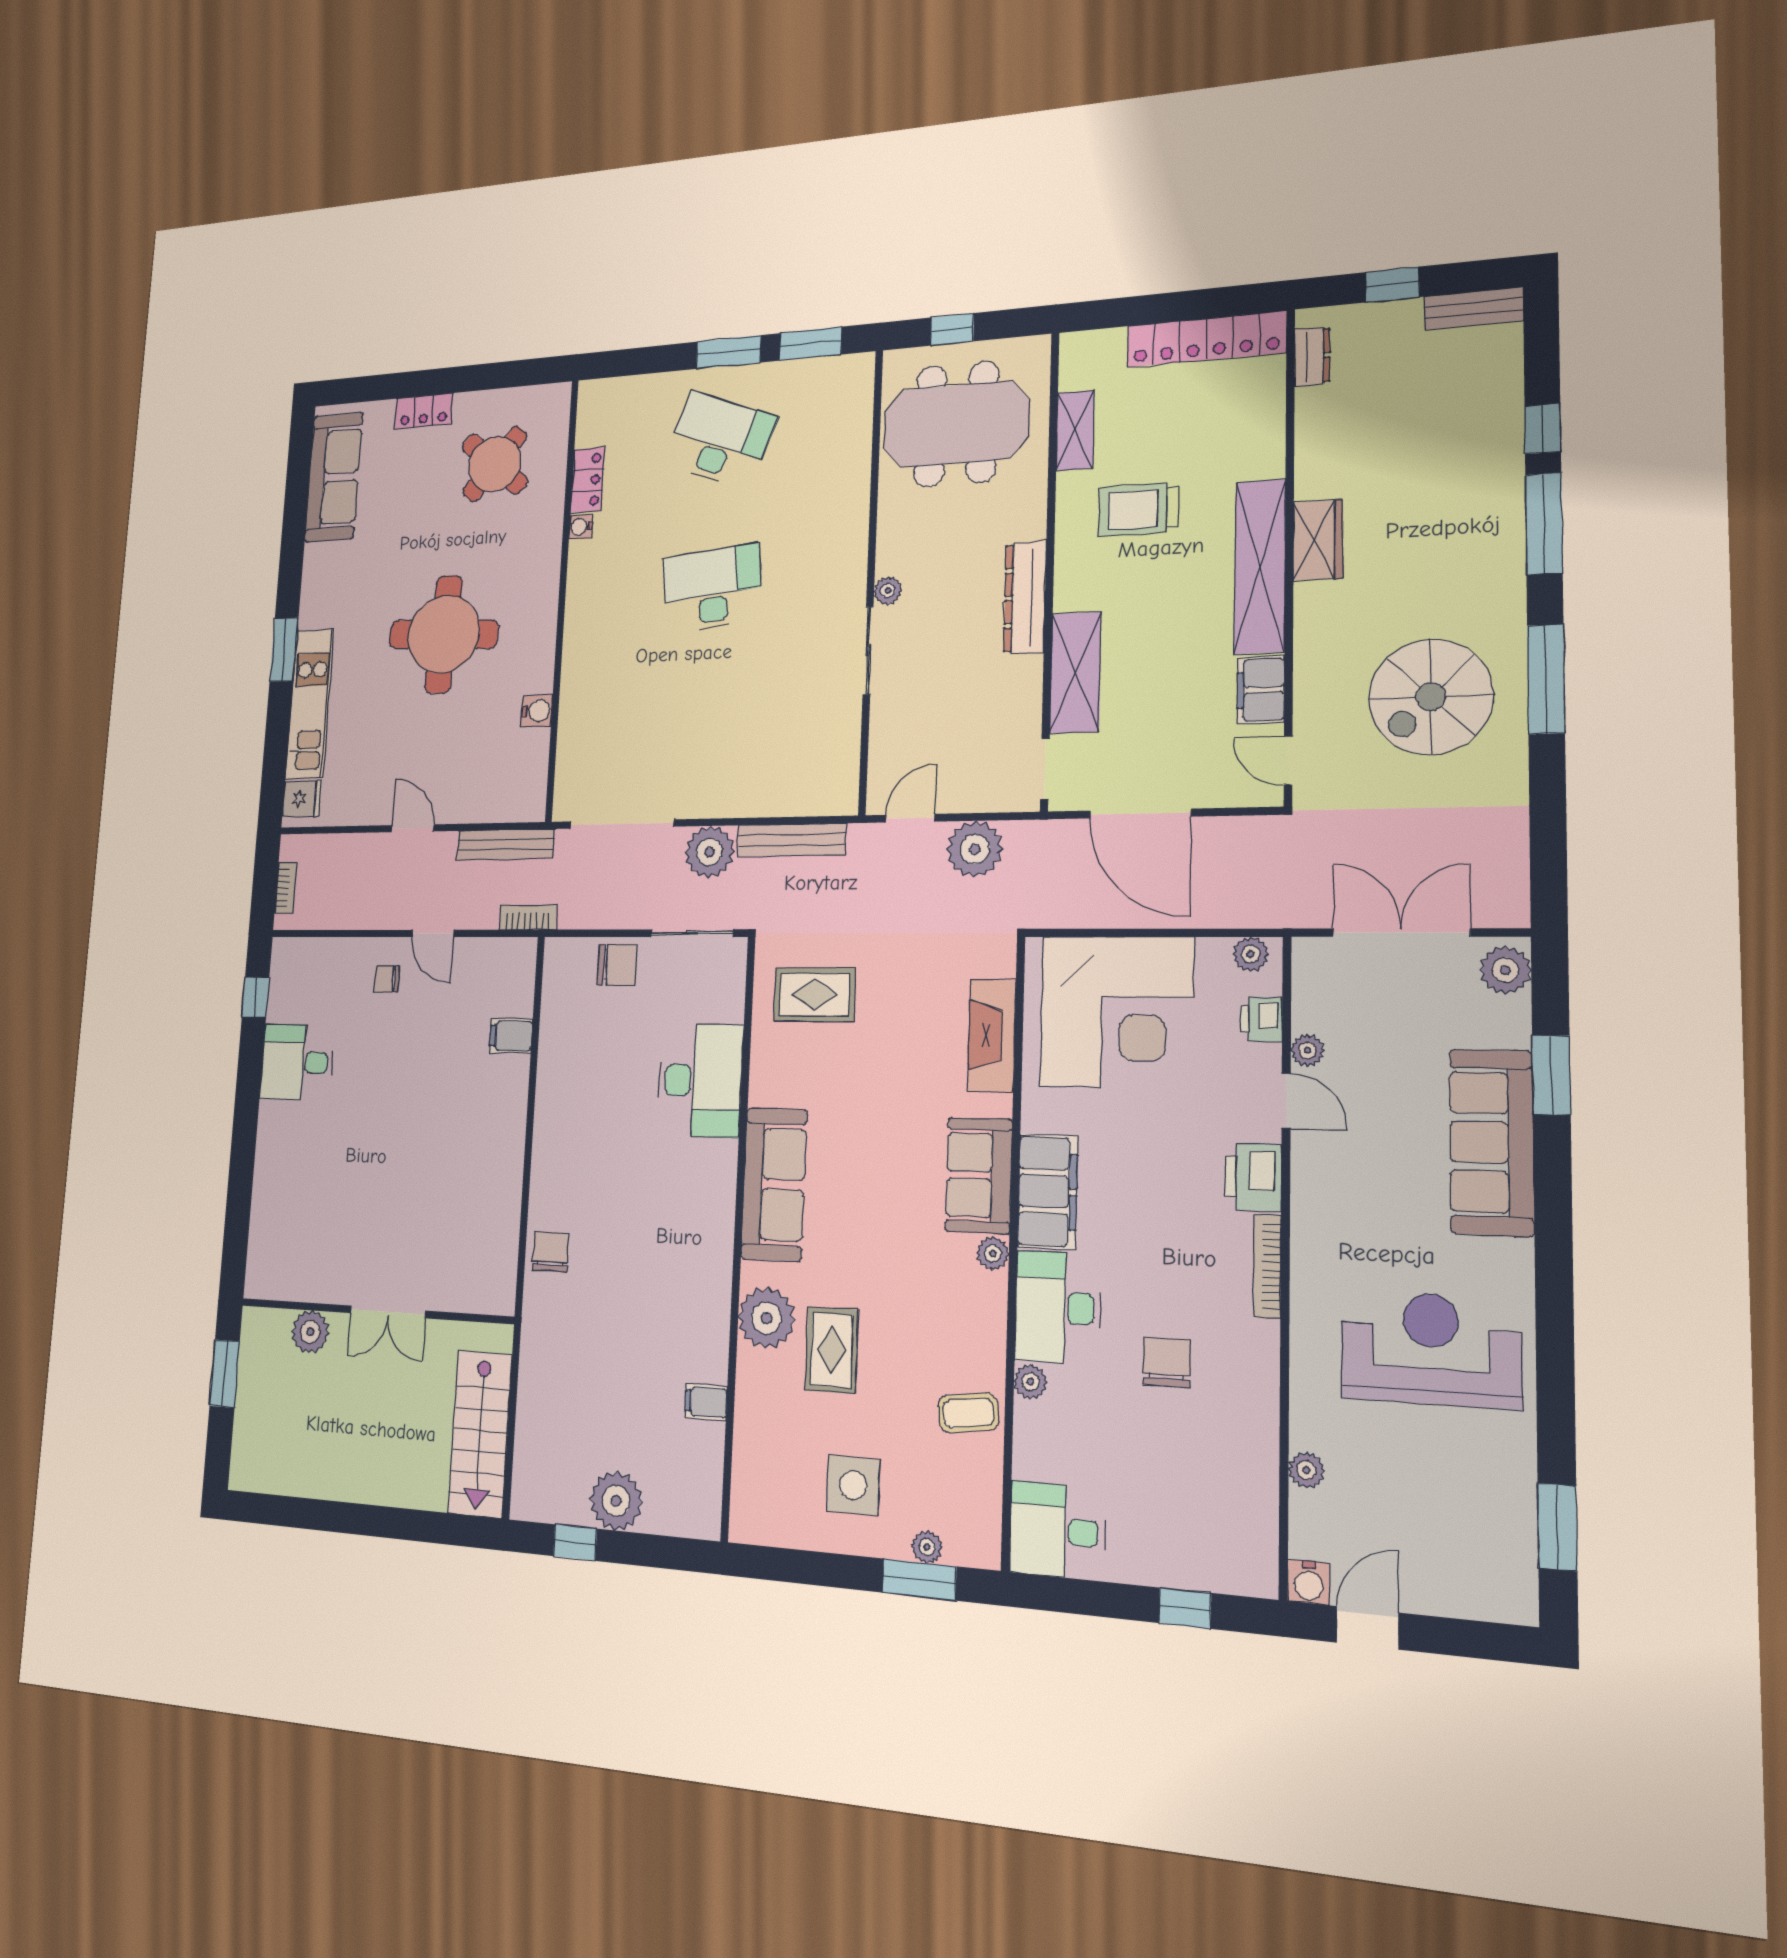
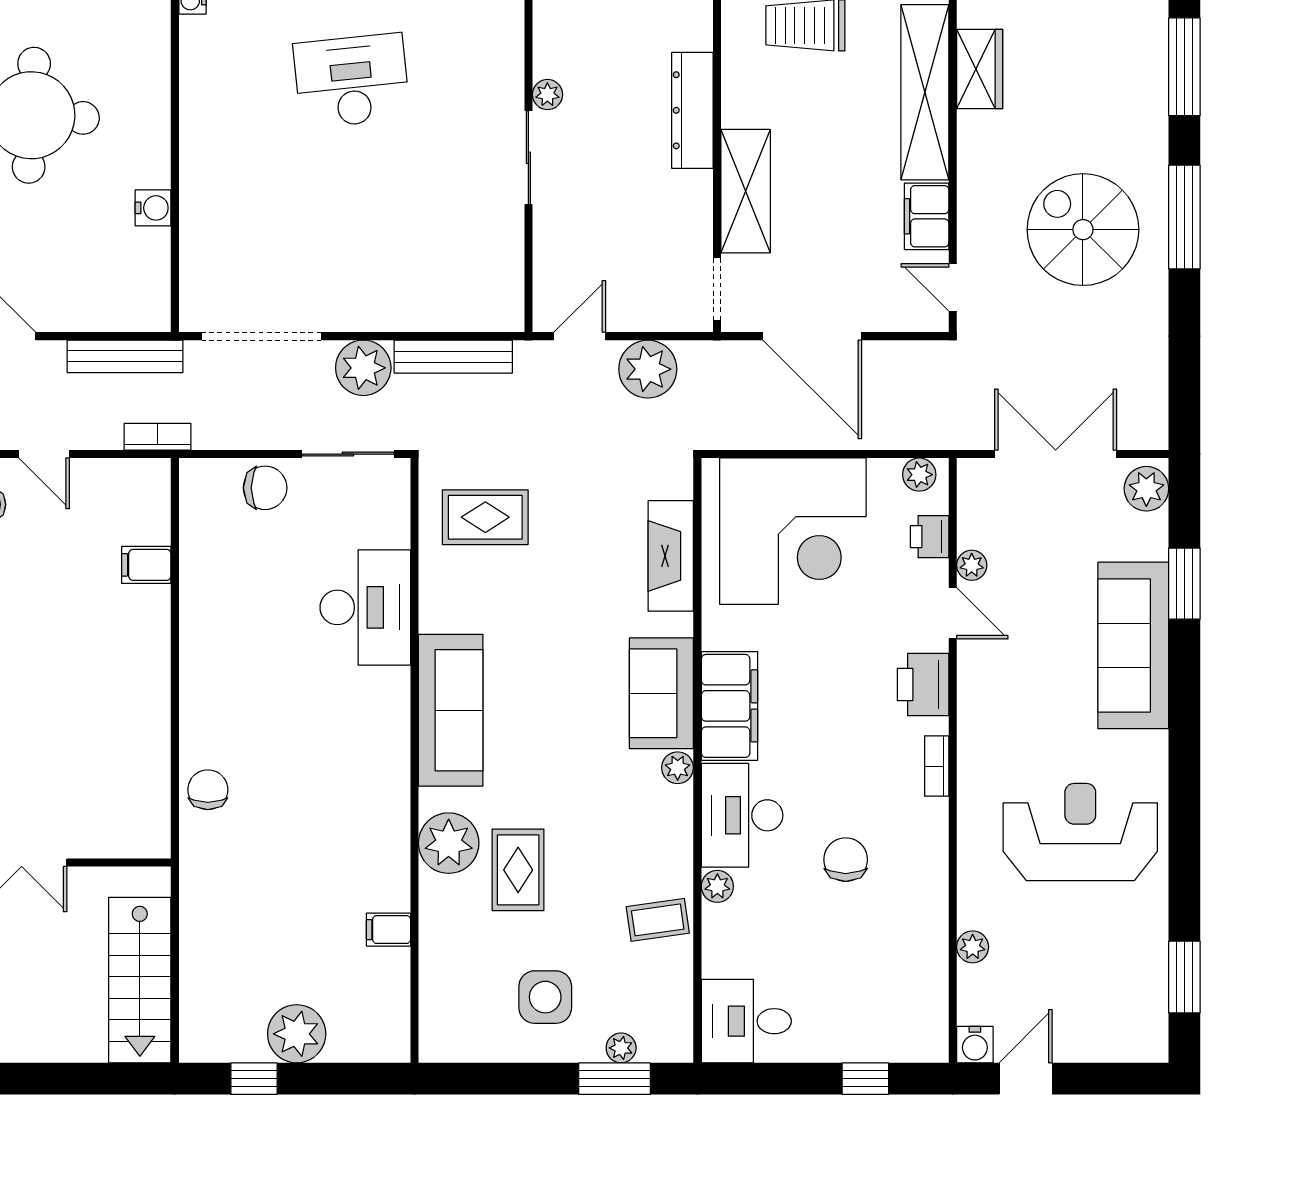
spiral stairs: (1431, 697) -> (1083, 230), turned 90
bookcase: (1267, 1266) -> (937, 766), width x0.64

